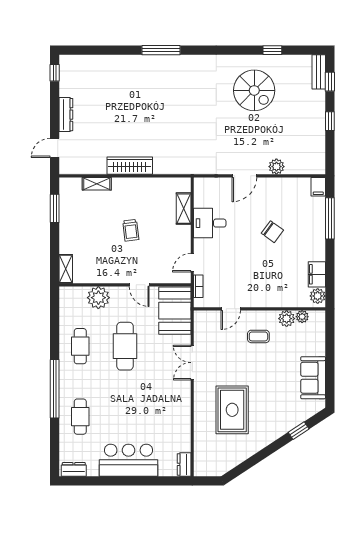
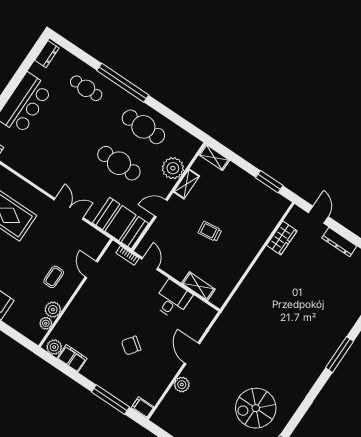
wardrobe: (130, 166) -> (282, 238), moved, width x0.67
shelving: (97, 184) -> (187, 184), moved
cafe table: (80, 346) -> (143, 127), width x1.37, depth x1.35

